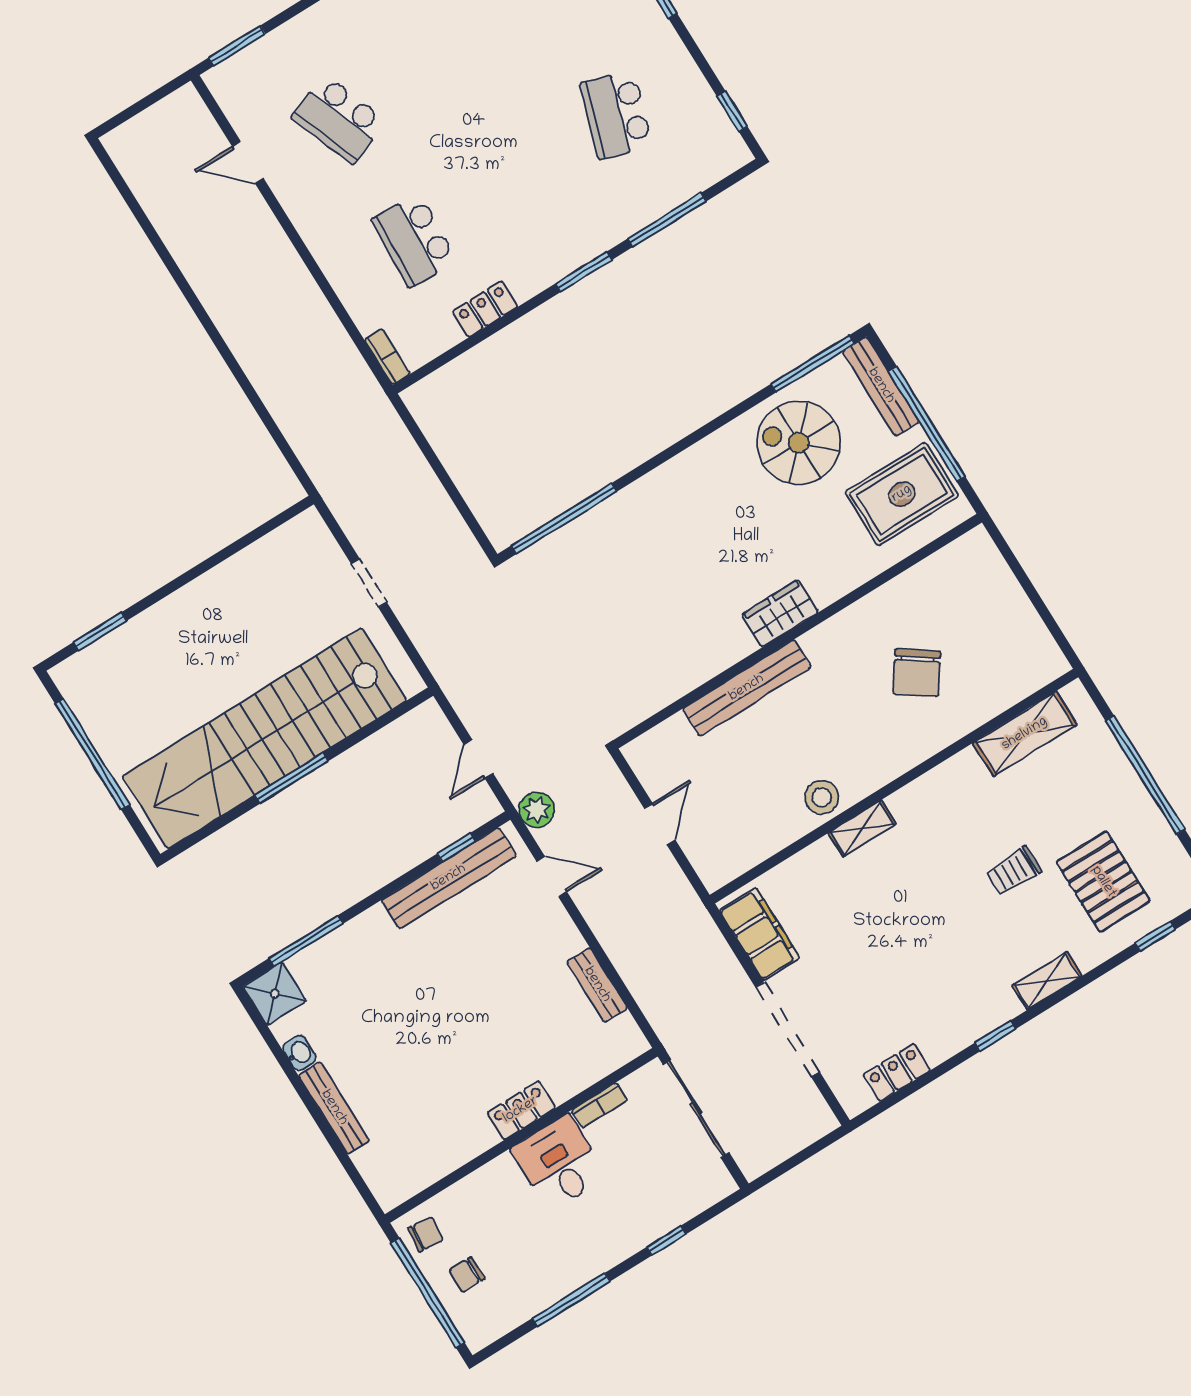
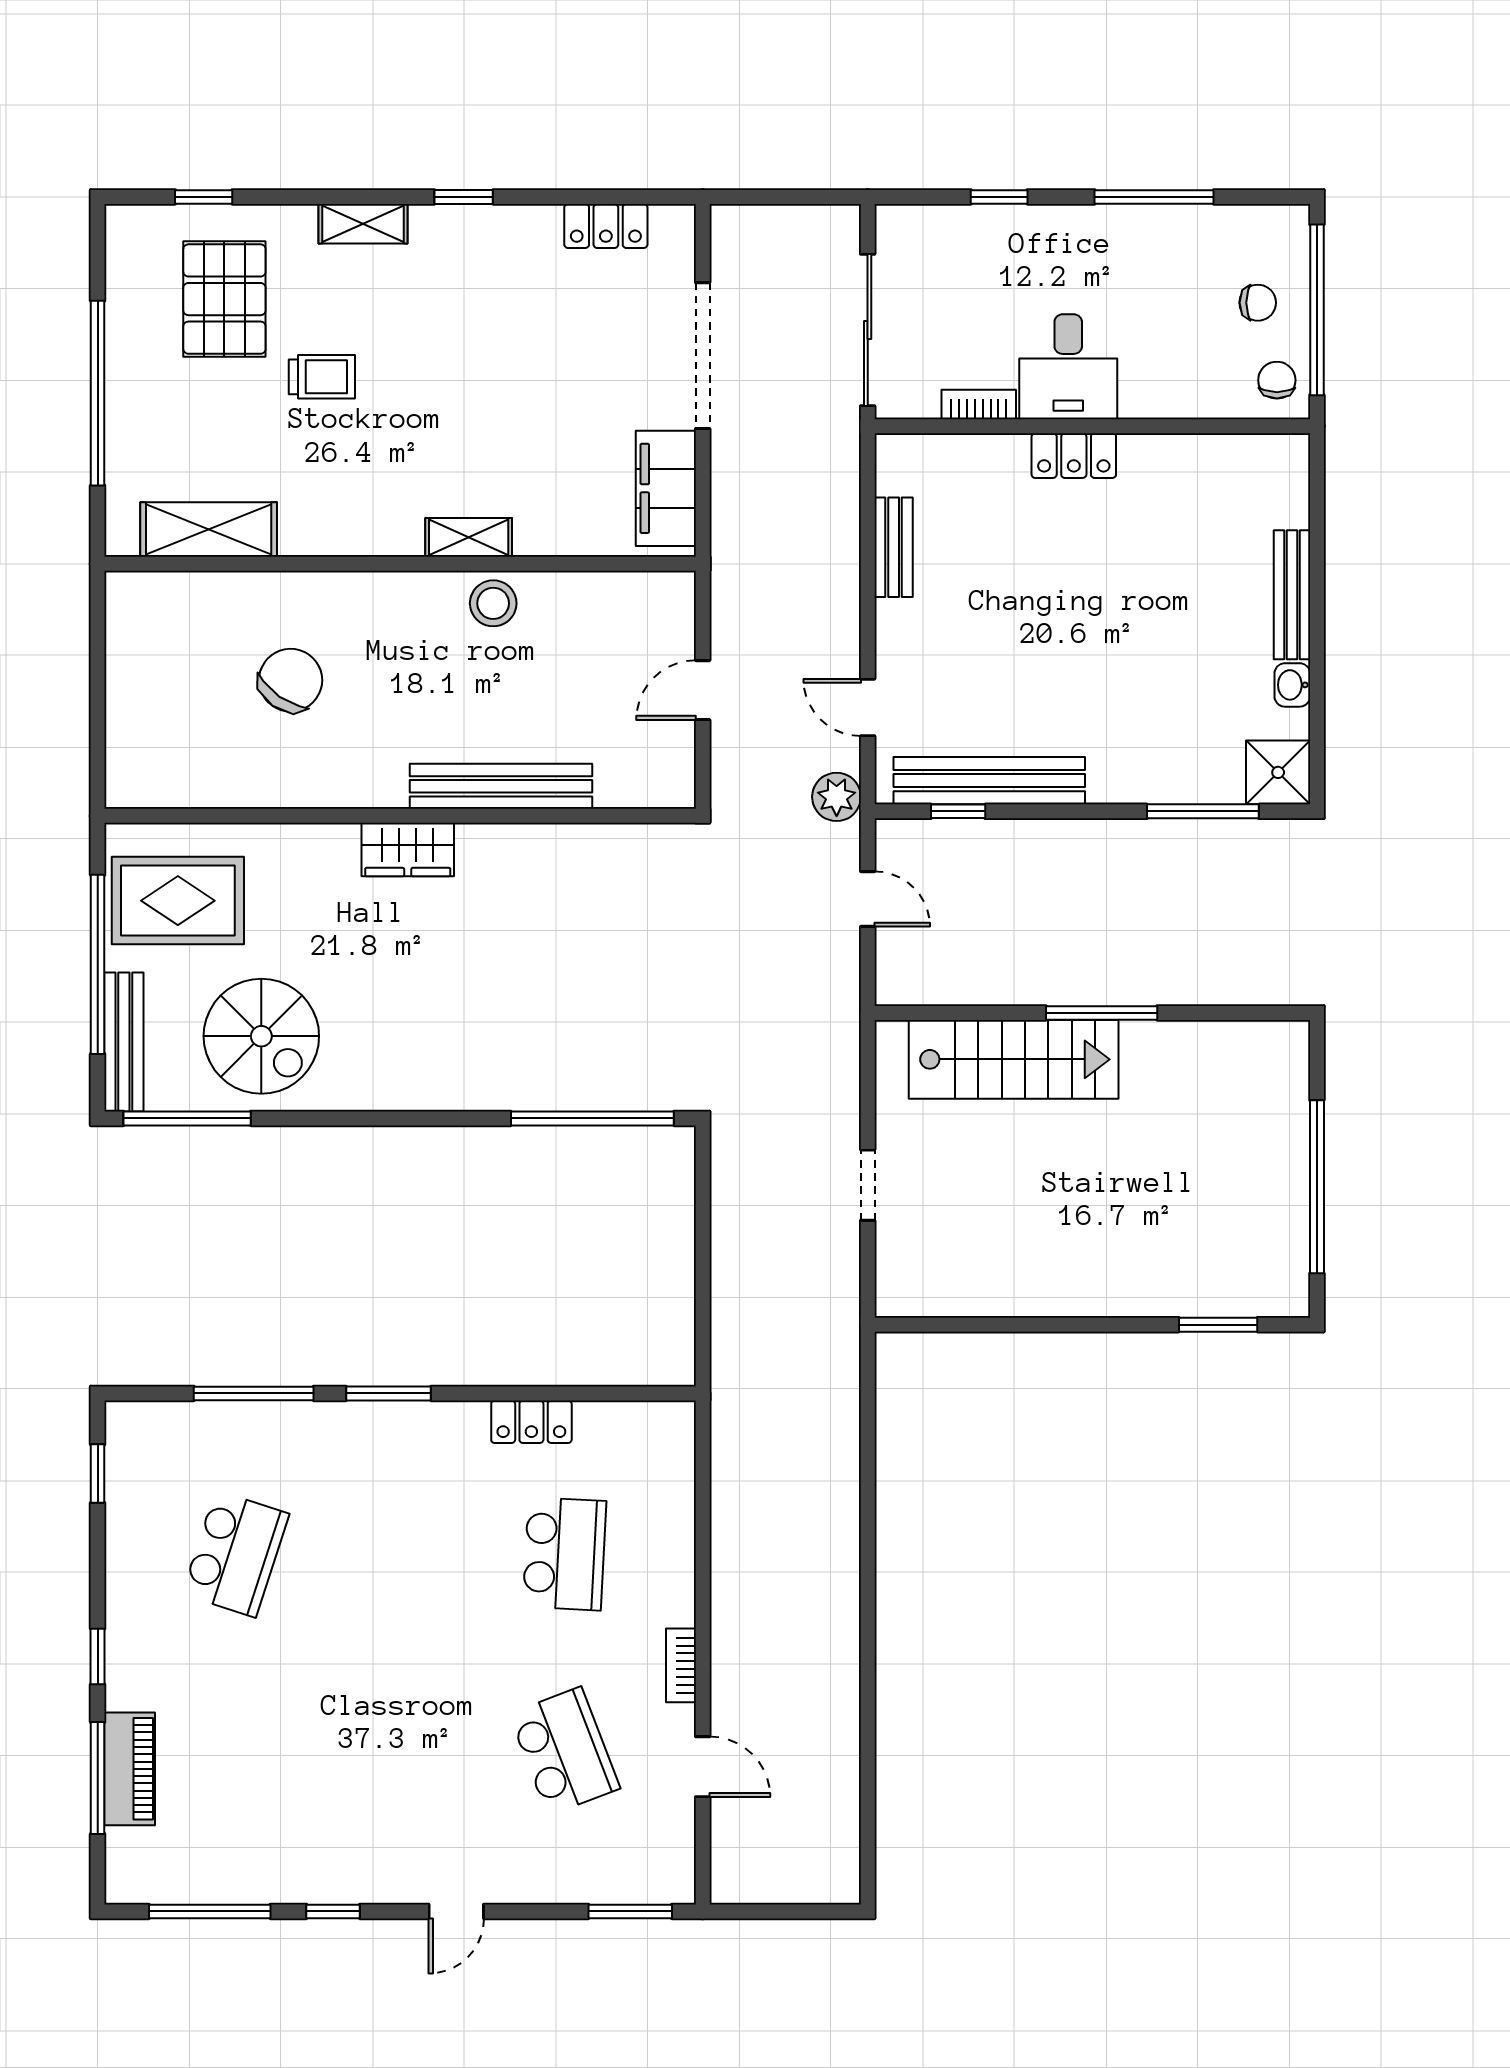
bookcase: (387, 357) -> (681, 1665), moved
stairs: (264, 738) -> (1014, 1059), width x0.54, depth x0.66
door: (478, 759) -> (868, 899), hinge flipped
chair: (425, 1234) -> (1277, 380), turned 84

